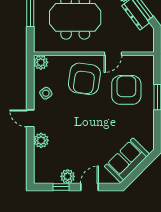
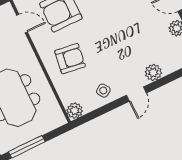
door: (113, 54) -> (22, 24), moved
armchair: (84, 79) -> (70, 59), width x0.73, depth x0.73

